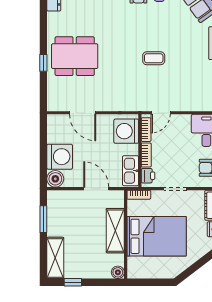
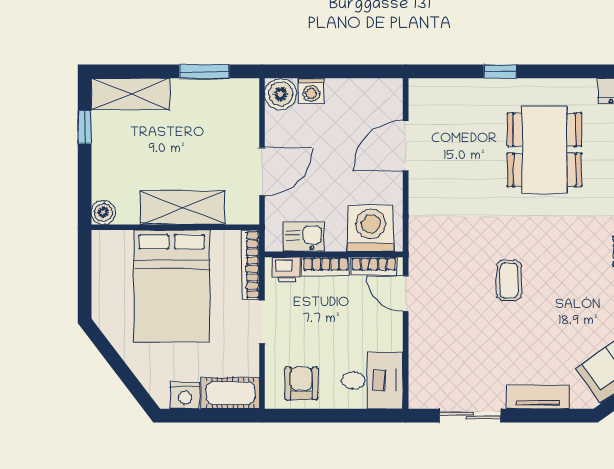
dining table: (75, 56) -> (544, 150), moved
washing machine: (60, 157) -> (311, 91), width x0.53, depth x0.53
kitchen sink: (131, 171) -> (304, 237), width x0.73
bookcase: (139, 195) -> (250, 265), width x1.56

